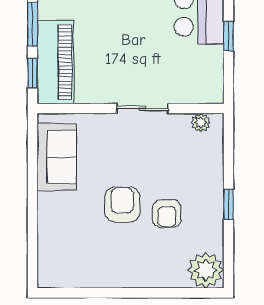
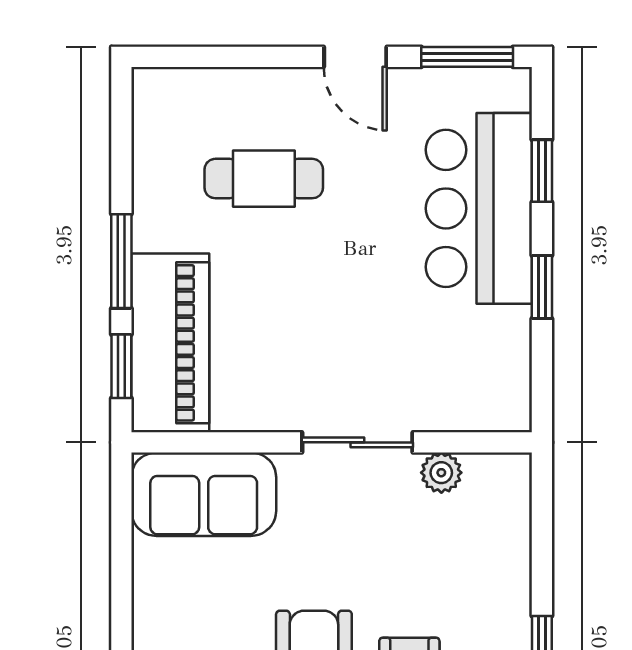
plant: (201, 123) -> (441, 473), moved
sofa: (57, 157) -> (204, 494), moved, turned 90

